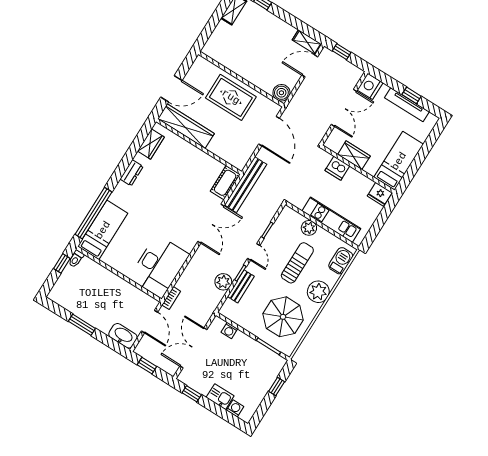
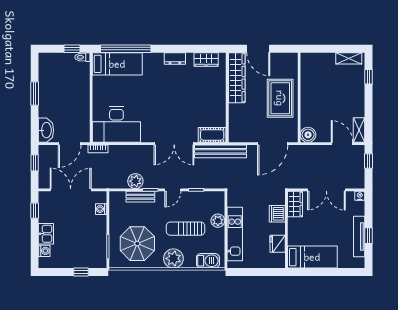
nightstand: (370, 86) -> (360, 196), width x0.53, depth x0.56
wardrobe: (354, 155) -> (295, 204), moved
fridge: (380, 194) -> (278, 244), moved
sun lounger: (297, 263) -> (185, 229), turned 180

